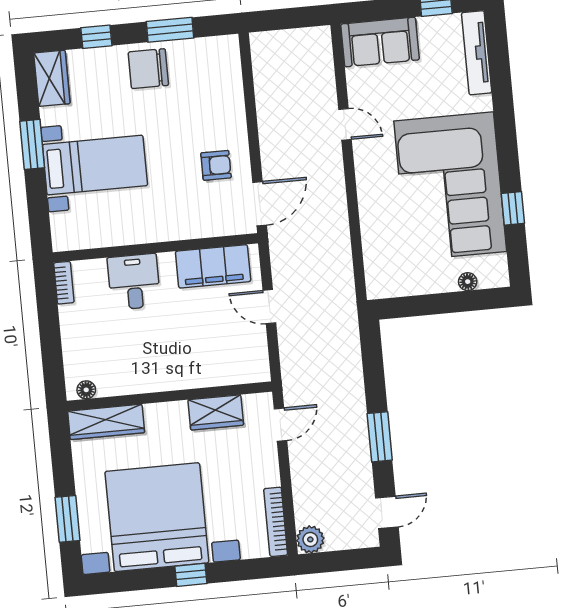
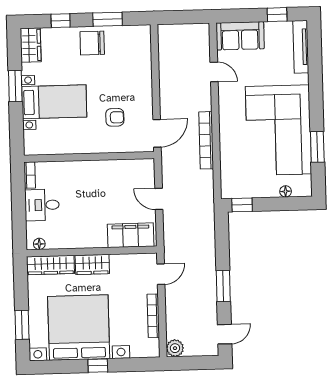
door: (345, 124) -> (214, 72), moved
armchair: (216, 165) -> (115, 117), moved
window: (513, 208) -> (317, 147), width x1.50
bookcase: (338, 210) -> (206, 140), added
filing cabinet: (213, 266) -> (131, 235), moved, turned 180
desk: (134, 282) -> (42, 205), moved, turned -90
window: (401, 307) -> (242, 205), added
wardrobe: (216, 412) -> (92, 264), moved
bookcase: (276, 522) -> (153, 316), moved

